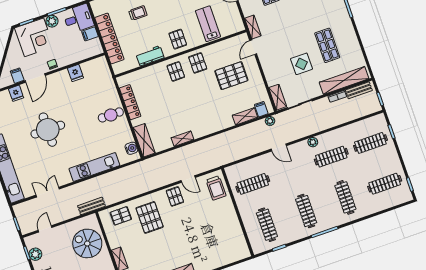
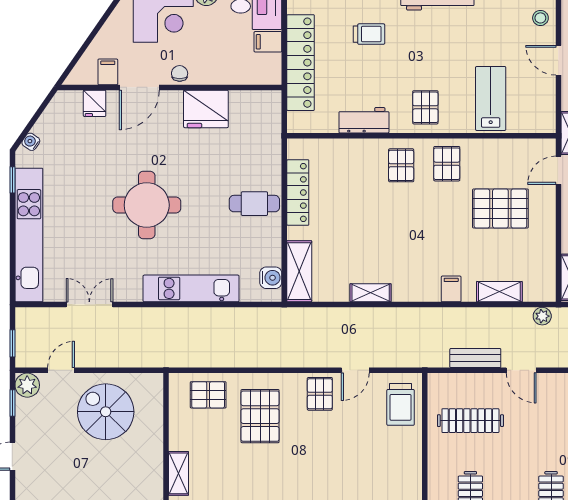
fridge: (75, 73) -> (206, 109), width x1.88, depth x1.34
filing cabinet: (261, 109) -> (451, 289), moved
round table: (48, 130) -> (147, 205), moved
door: (279, 147) -> (521, 370), moved
door: (188, 179) -> (355, 370), hinge flipped
bench: (91, 206) -> (475, 358), moved
spiral stairs: (87, 243) -> (106, 412), moved
plant: (35, 254) -> (27, 385), moved

